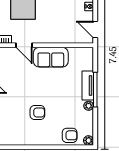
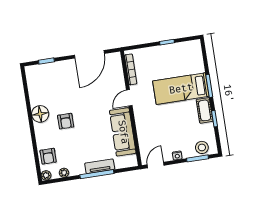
sofa: (51, 57) -> (123, 132), width x1.36
plant: (89, 106) -> (64, 173), moved
floor lamp: (26, 137) -> (40, 114), added

